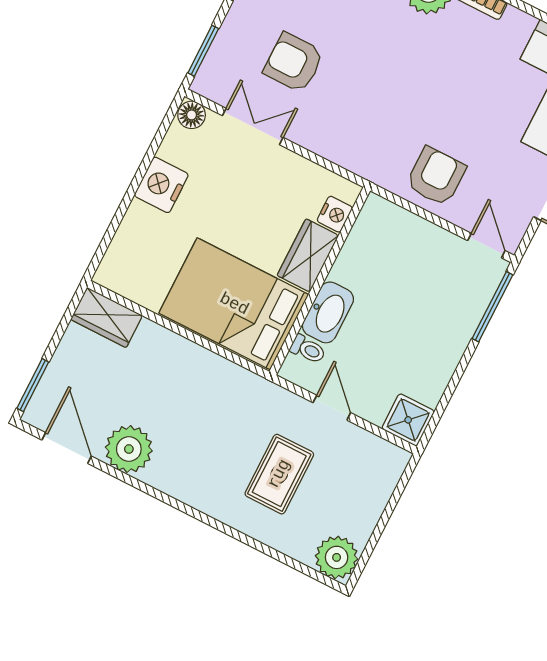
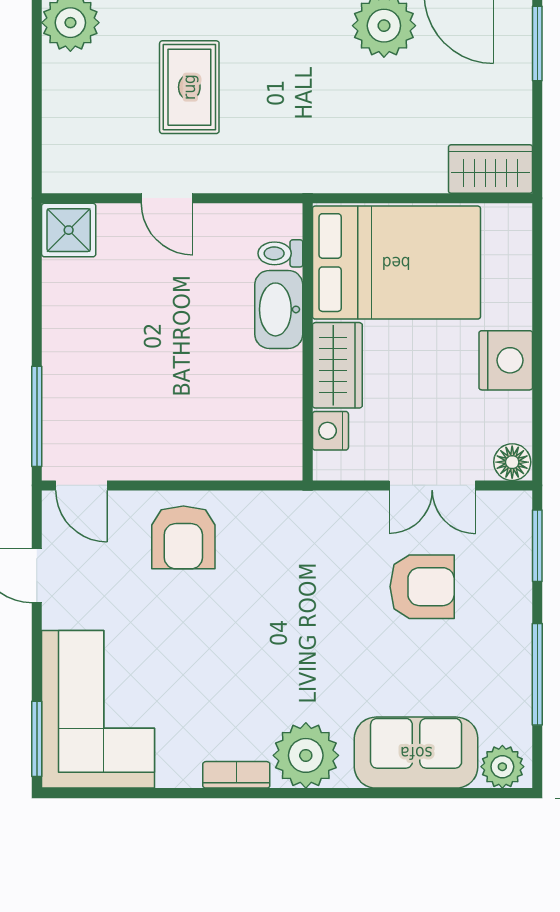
nightstand: (335, 214) -> (330, 431), moved
wardrobe: (308, 255) -> (337, 365), moved
wall: (320, 281) -> (308, 342), moved
bed: (234, 304) -> (396, 263), moved
washbasin: (328, 312) -> (279, 309), moved
toilet: (308, 349) -> (280, 253), moved

